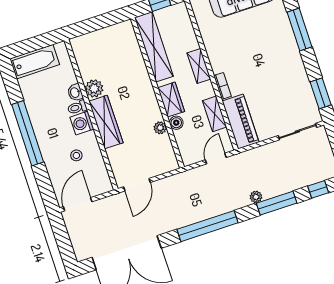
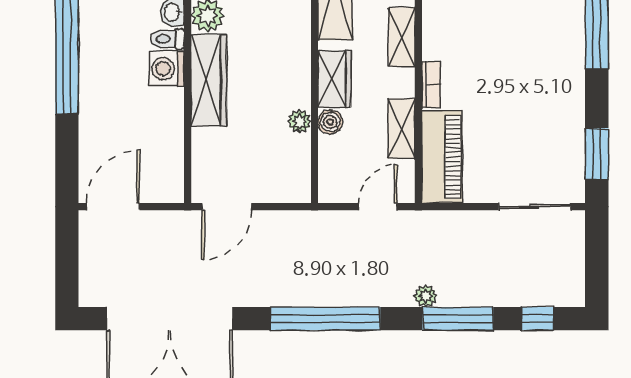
stool: (76, 155) -> (139, 121), removed

